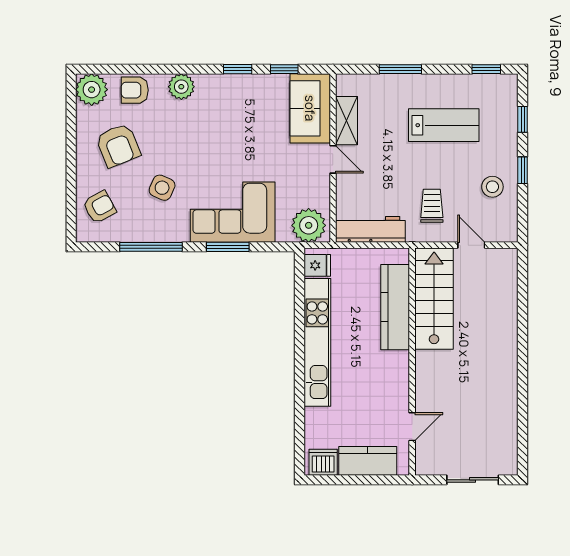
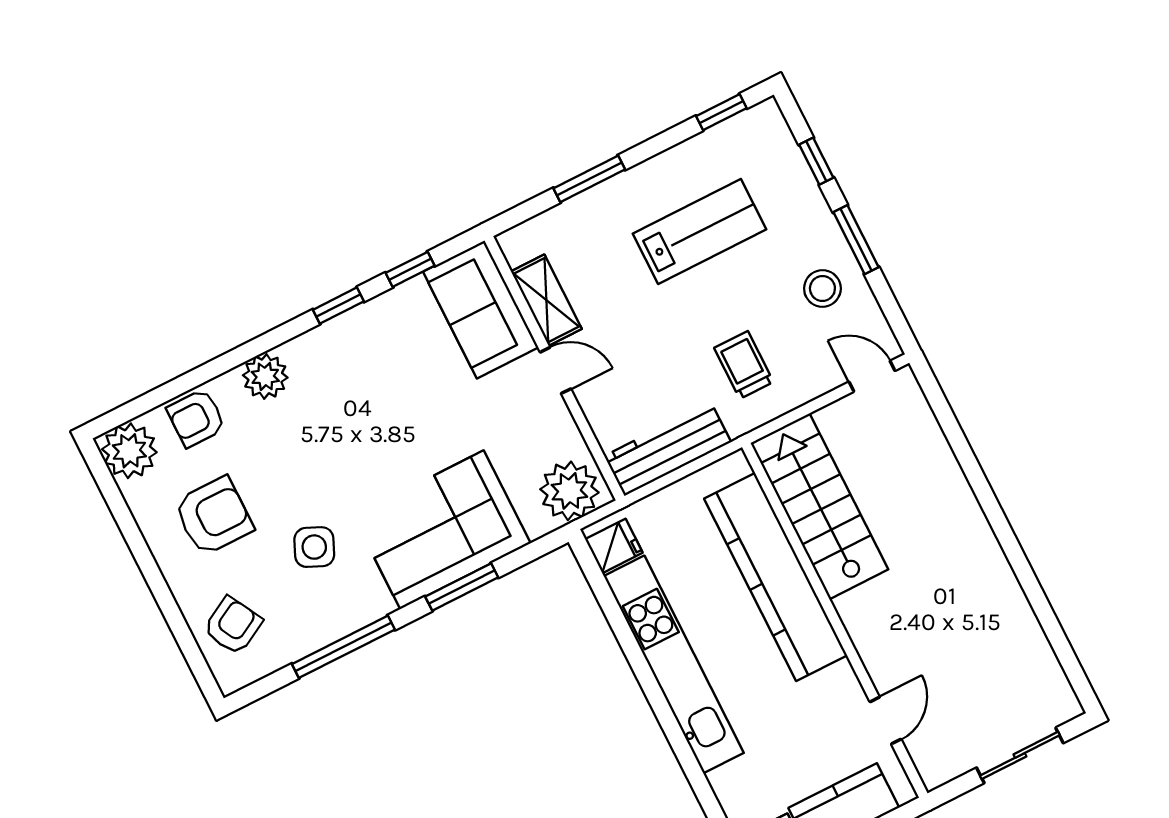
armchair: (118, 145) -> (214, 516), turned -68
window: (523, 170) -> (856, 240), width x1.50
door: (471, 245) -> (872, 376), moved
kitchen counter: (395, 307) -> (776, 577), width x1.39, depth x1.17

